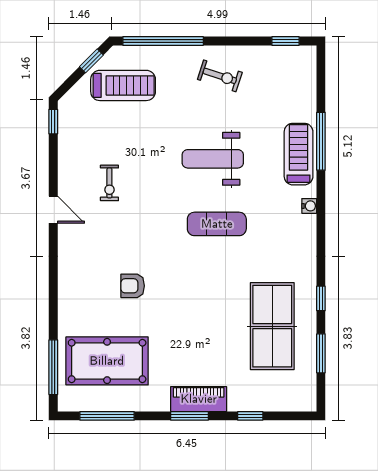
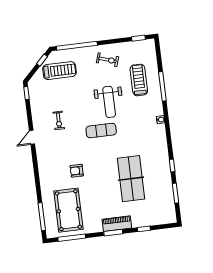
treadmill: (299, 154) -> (139, 80), moved
weight bench: (213, 159) -> (109, 102), turned -90
door: (53, 210) -> (32, 137), swing flipped
exercise mat: (217, 224) -> (101, 131), moved
table tennis table: (272, 326) -> (131, 179), moved
pool table: (107, 361) -> (68, 210), turned 90

